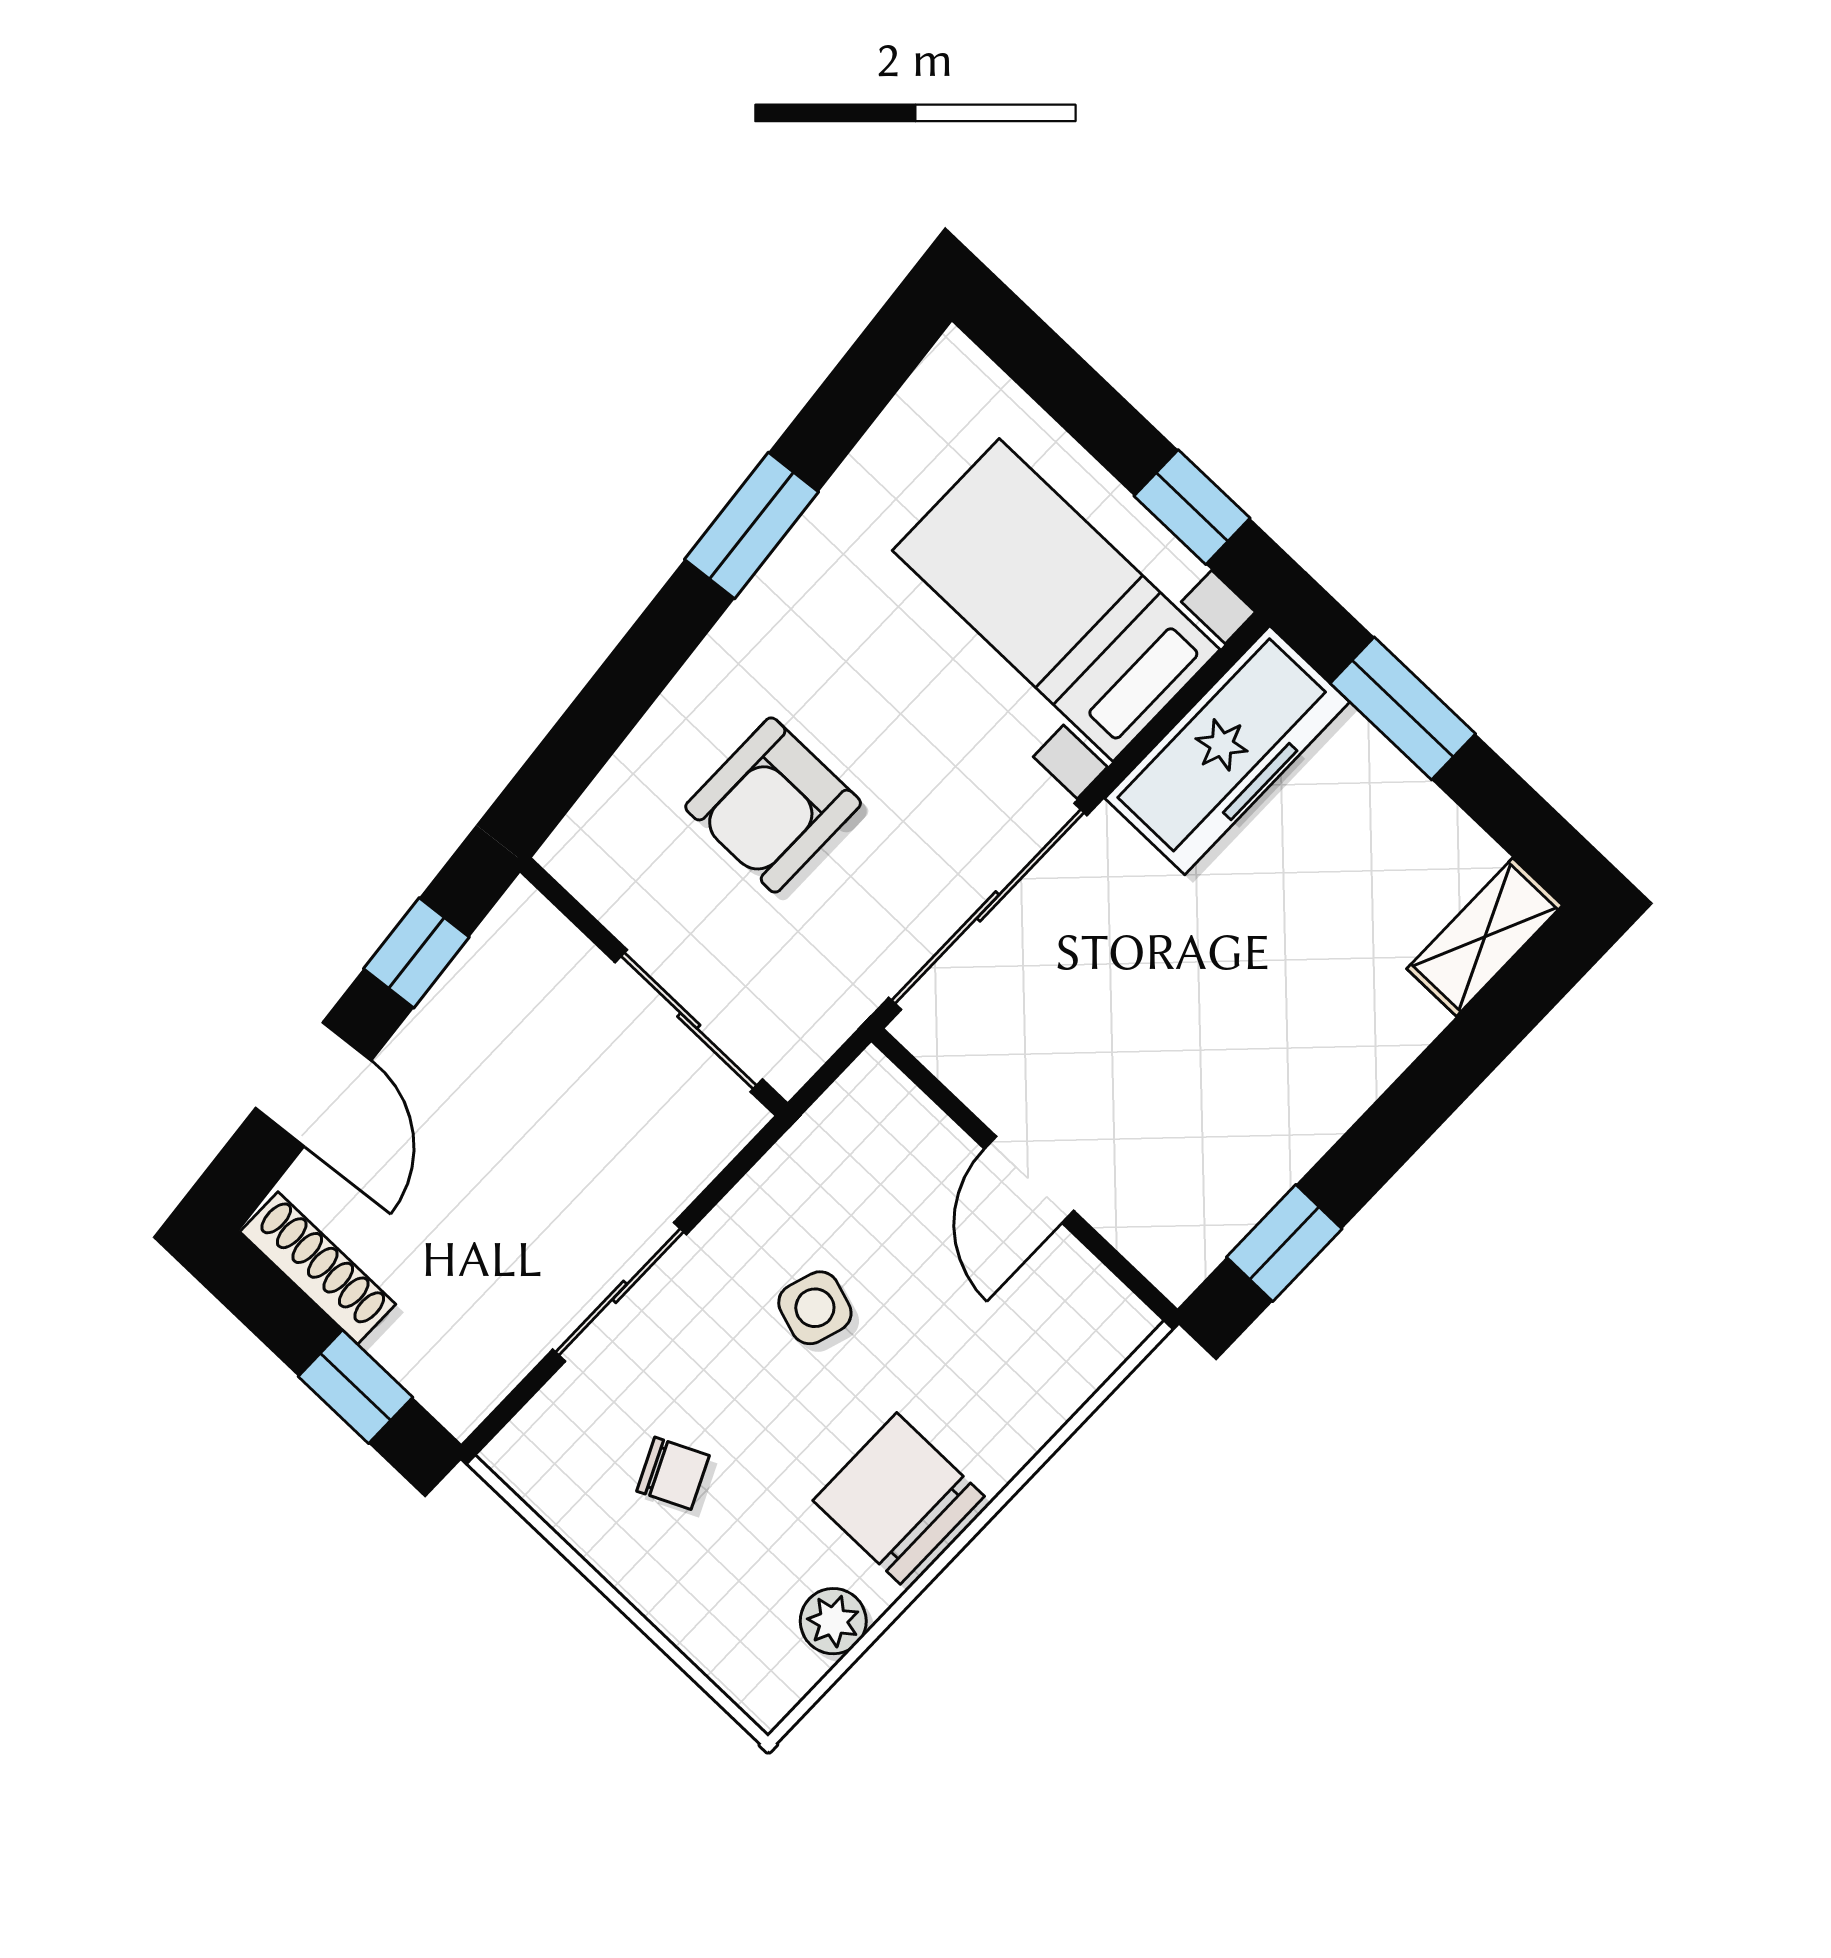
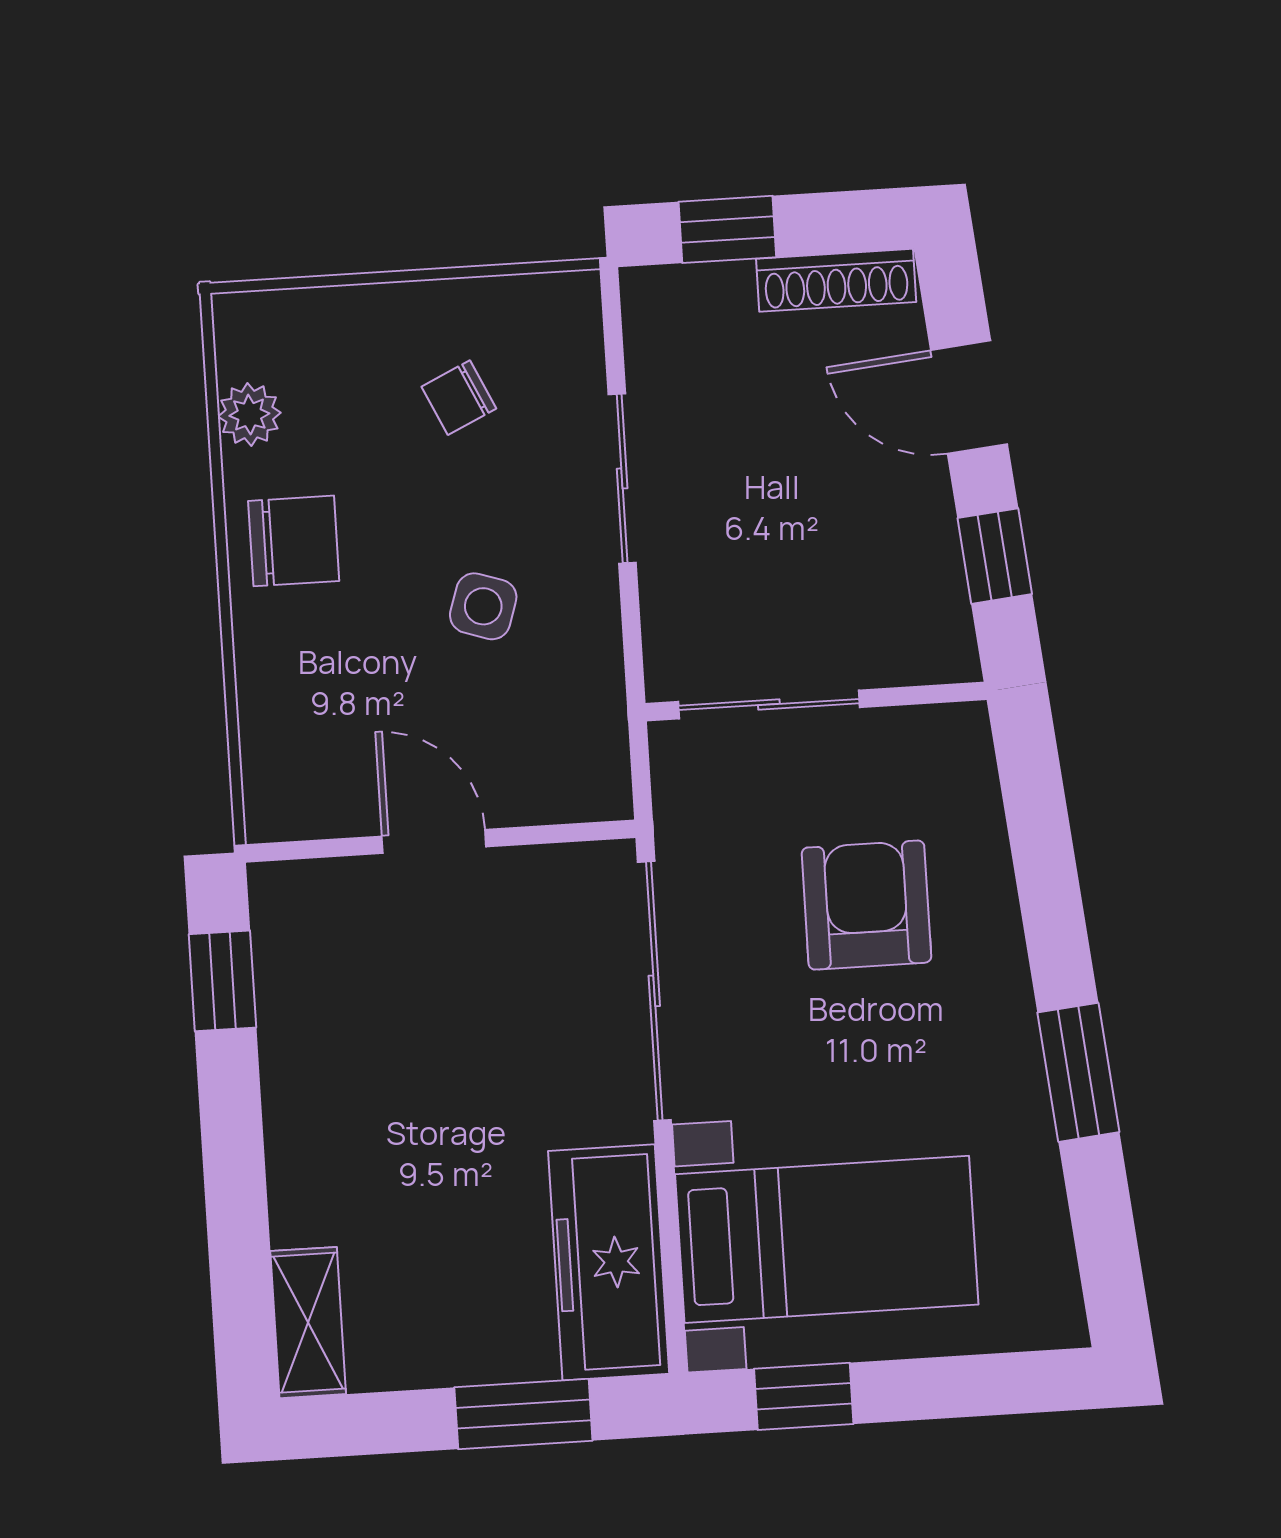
chair: (899, 1498) -> (294, 541), width x0.73, depth x0.73

